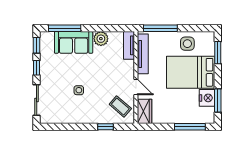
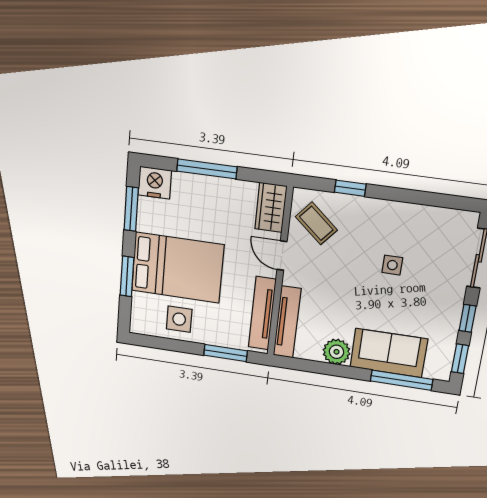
window: (160, 28) -> (225, 353), width x0.69
tv unit: (129, 45) -> (287, 322), width x1.41
window: (218, 53) -> (127, 276), moved
nightstand: (207, 98) -> (155, 183), moved, turned 90
window: (190, 127) -> (207, 169), moved

